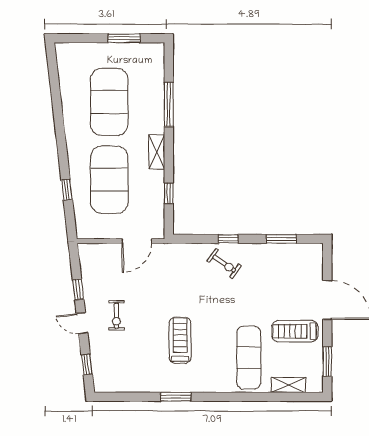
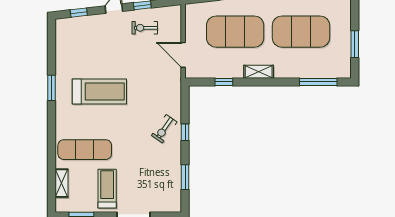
window: (169, 104) -> (318, 82), moved
exercise bike: (117, 316) -> (145, 28), moved
treadmill: (180, 340) -> (99, 92), width x1.37, depth x1.38

